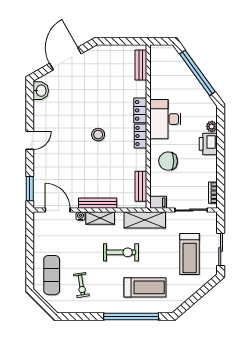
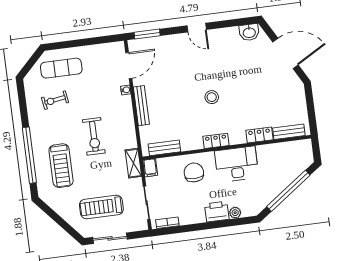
locker: (140, 110) -> (259, 135), moved
shelving: (100, 218) -> (126, 110), removed
shelving: (145, 220) -> (133, 163), width x0.67, depth x0.75

